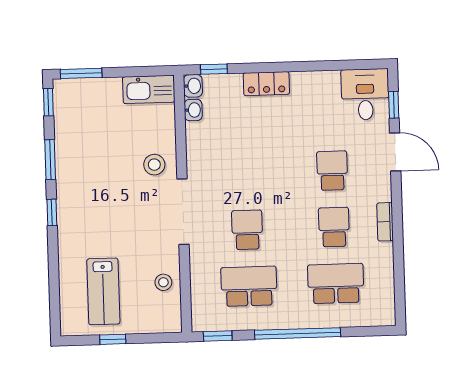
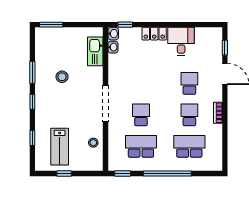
kitchen sink: (149, 89) -> (95, 51), moved, turned 90
desk: (365, 94) -> (181, 41), moved
window: (48, 102) -> (32, 138), moved
stool: (154, 165) -> (62, 77), moved

